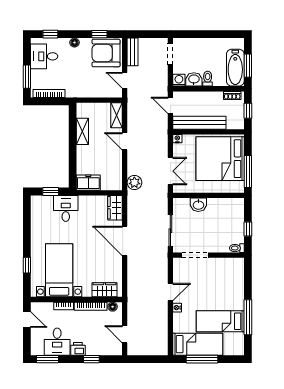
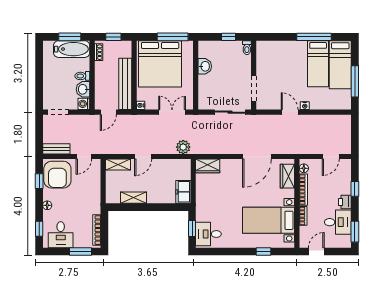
washbasin: (198, 205) -> (205, 66), moved
desk: (66, 208) -> (208, 234), moved
door: (125, 241) -> (257, 157), moved
bed: (198, 344) -> (340, 65), moved, turned 180

